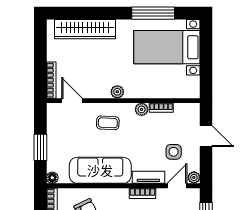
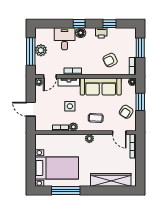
armchair: (62, 132) -> (126, 112), added
side table: (174, 152) -> (70, 106), moved

